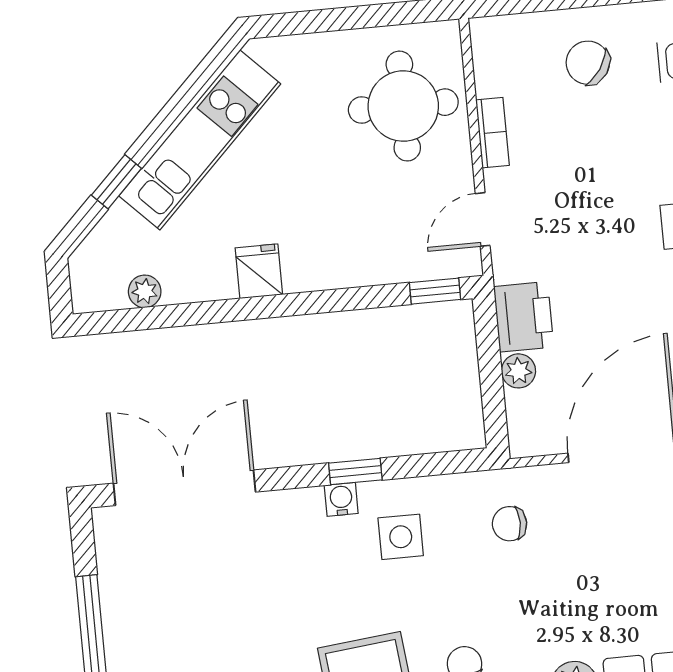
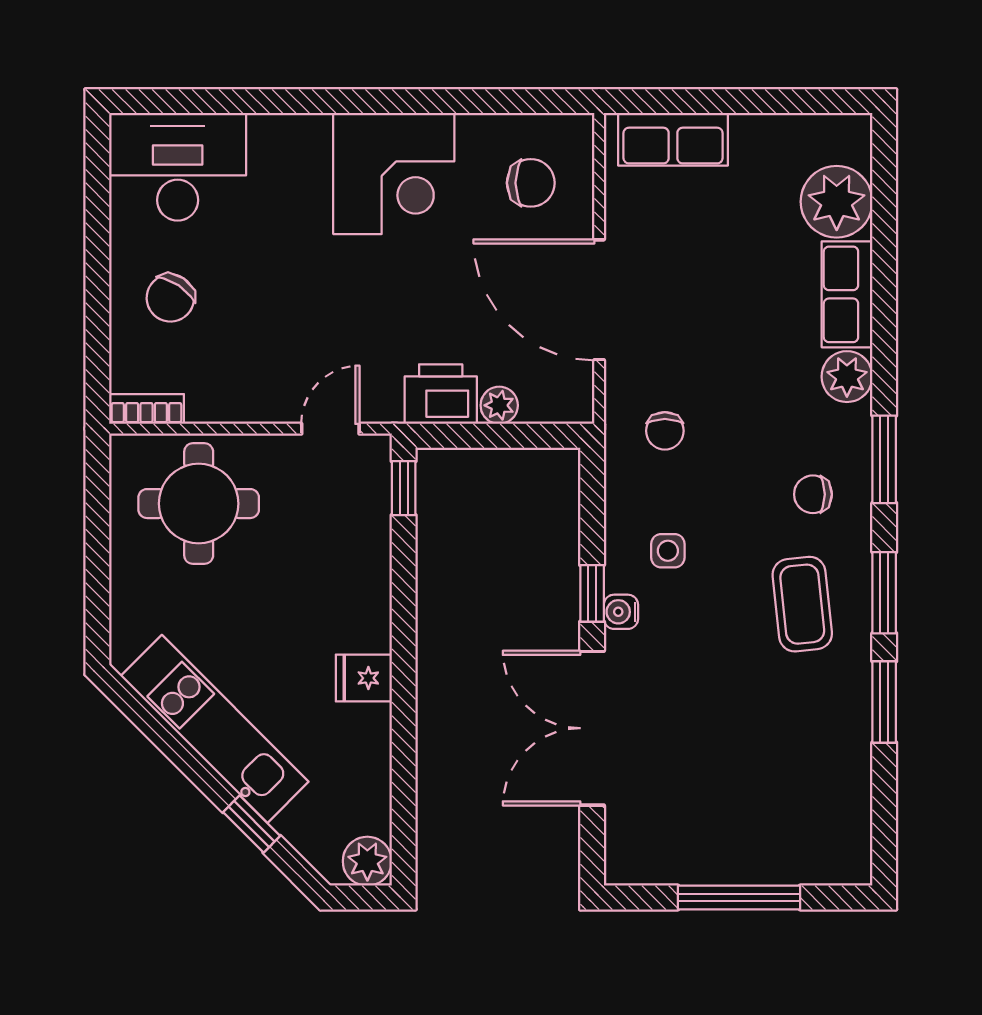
bookcase: (493, 133) -> (146, 409), moved
door: (483, 219) -> (330, 429), swing flipped
plant: (145, 291) -> (367, 861), moved, width x1.38, depth x1.38
double door: (184, 488) -> (592, 728), moved
side table: (401, 537) -> (668, 551), width x0.73, depth x0.73

